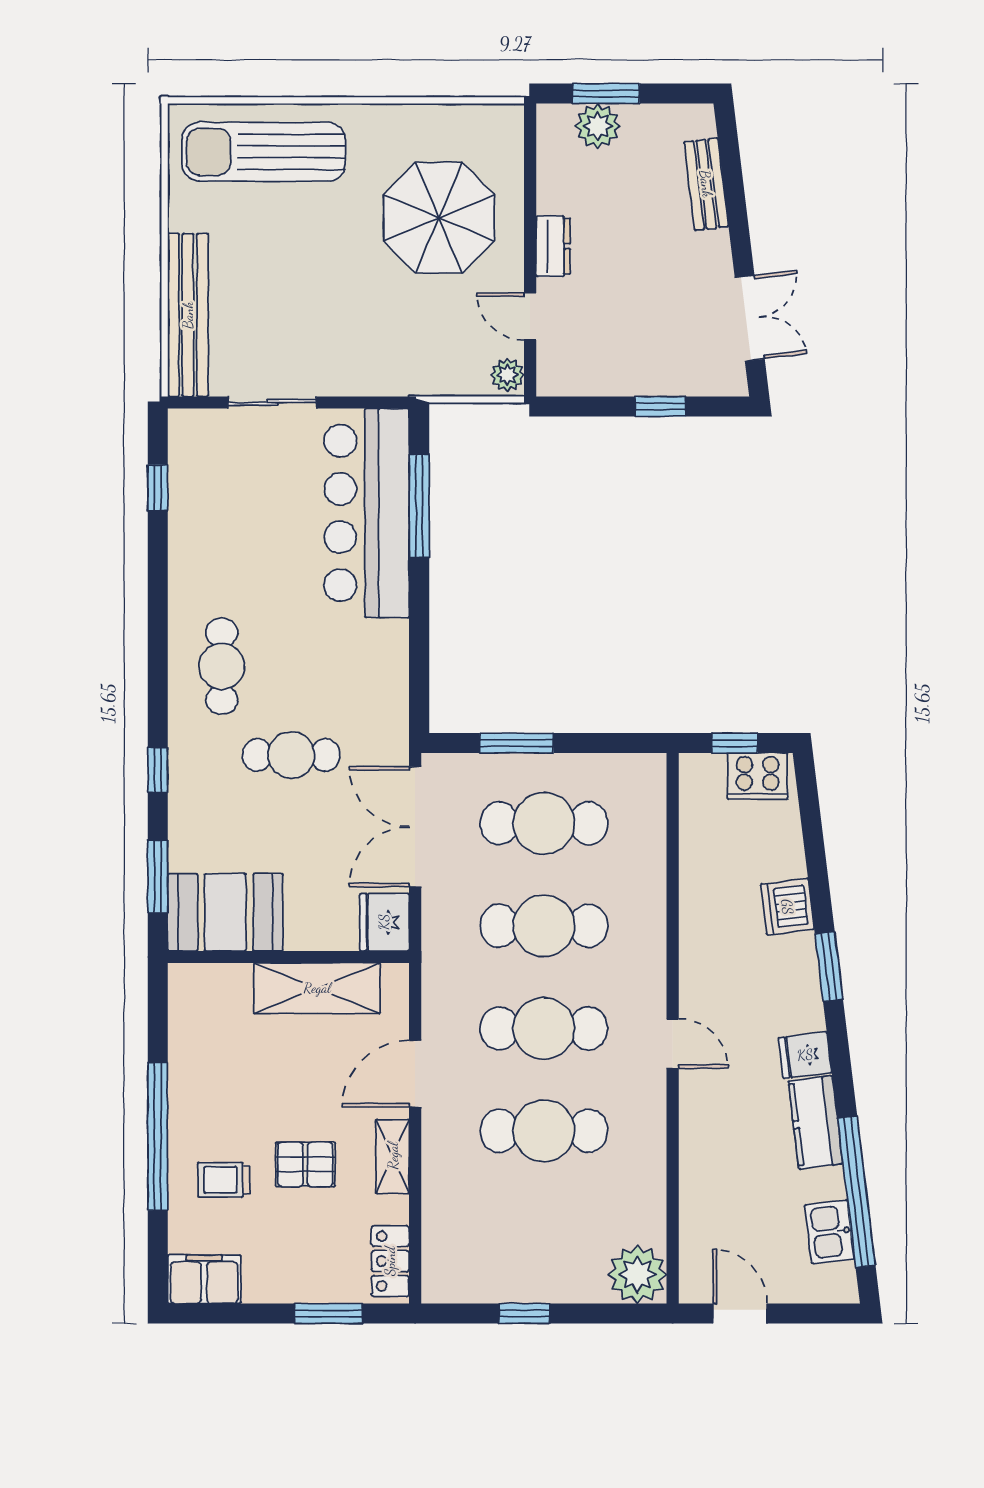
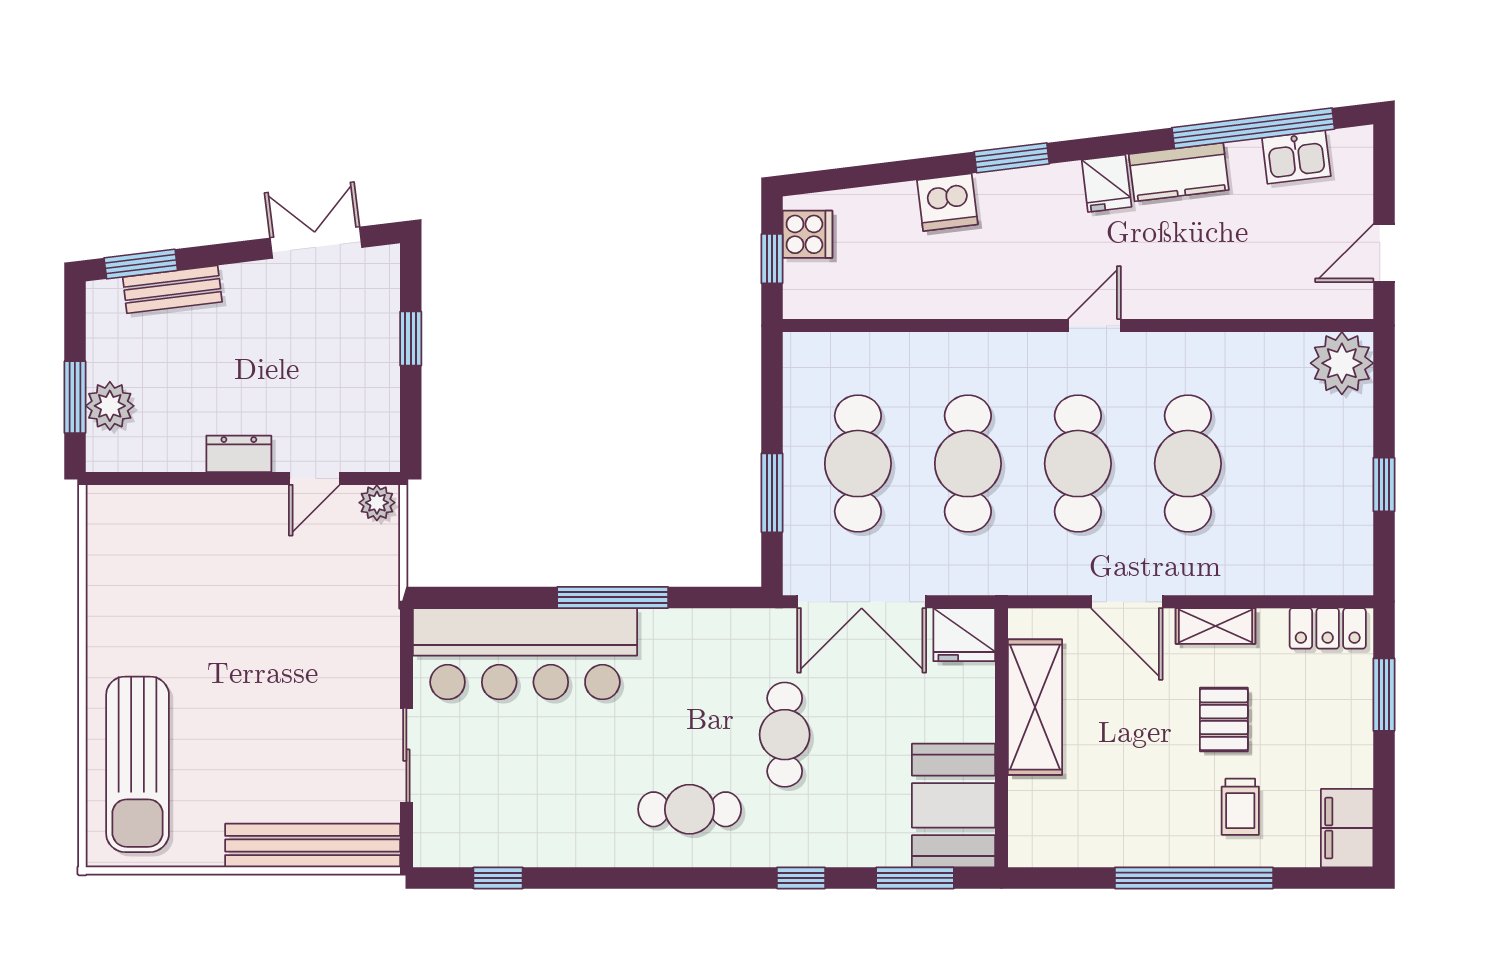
window: (730, 155) -> (141, 264), added
parasol: (439, 218) -> (208, 576), removed
window: (419, 506) -> (613, 597), moved
cooker: (758, 776) -> (807, 234), width x0.73

